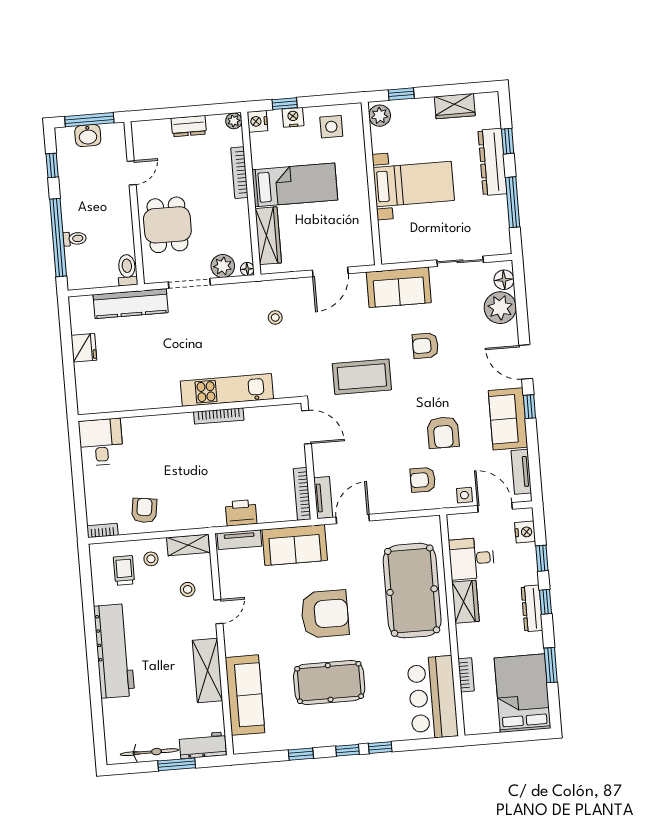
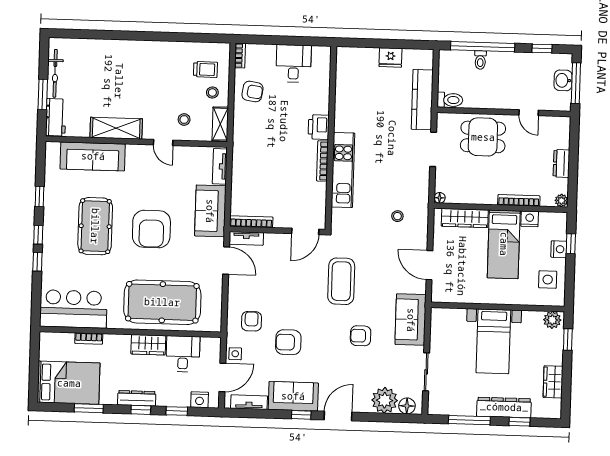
nightstand: (257, 121) -> (530, 219), moved
plant: (223, 266) -> (444, 178), removed
armchair: (425, 346) -> (361, 336), turned -90
desk: (101, 442) -> (294, 63), moved, turned -90
printer: (241, 513) -> (319, 127), moved, turned 180
workbench: (114, 651) -> (141, 54), removed

